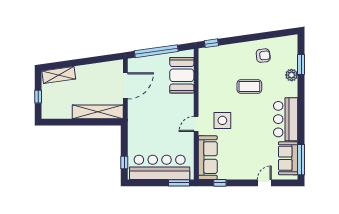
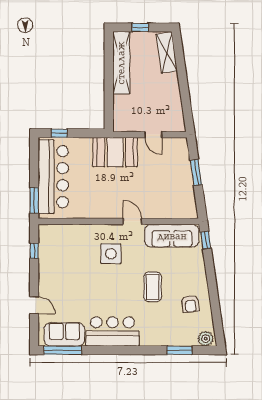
window: (156, 51) -> (196, 172), width x0.47
booth: (182, 75) -> (115, 152), moved
plant: (292, 75) -> (206, 339), moved
door: (125, 86) -> (153, 135), width x0.53
shelving: (98, 112) -> (121, 63), moved
door: (196, 124) -> (132, 221), moved
sofa: (208, 158) -> (172, 236), moved

